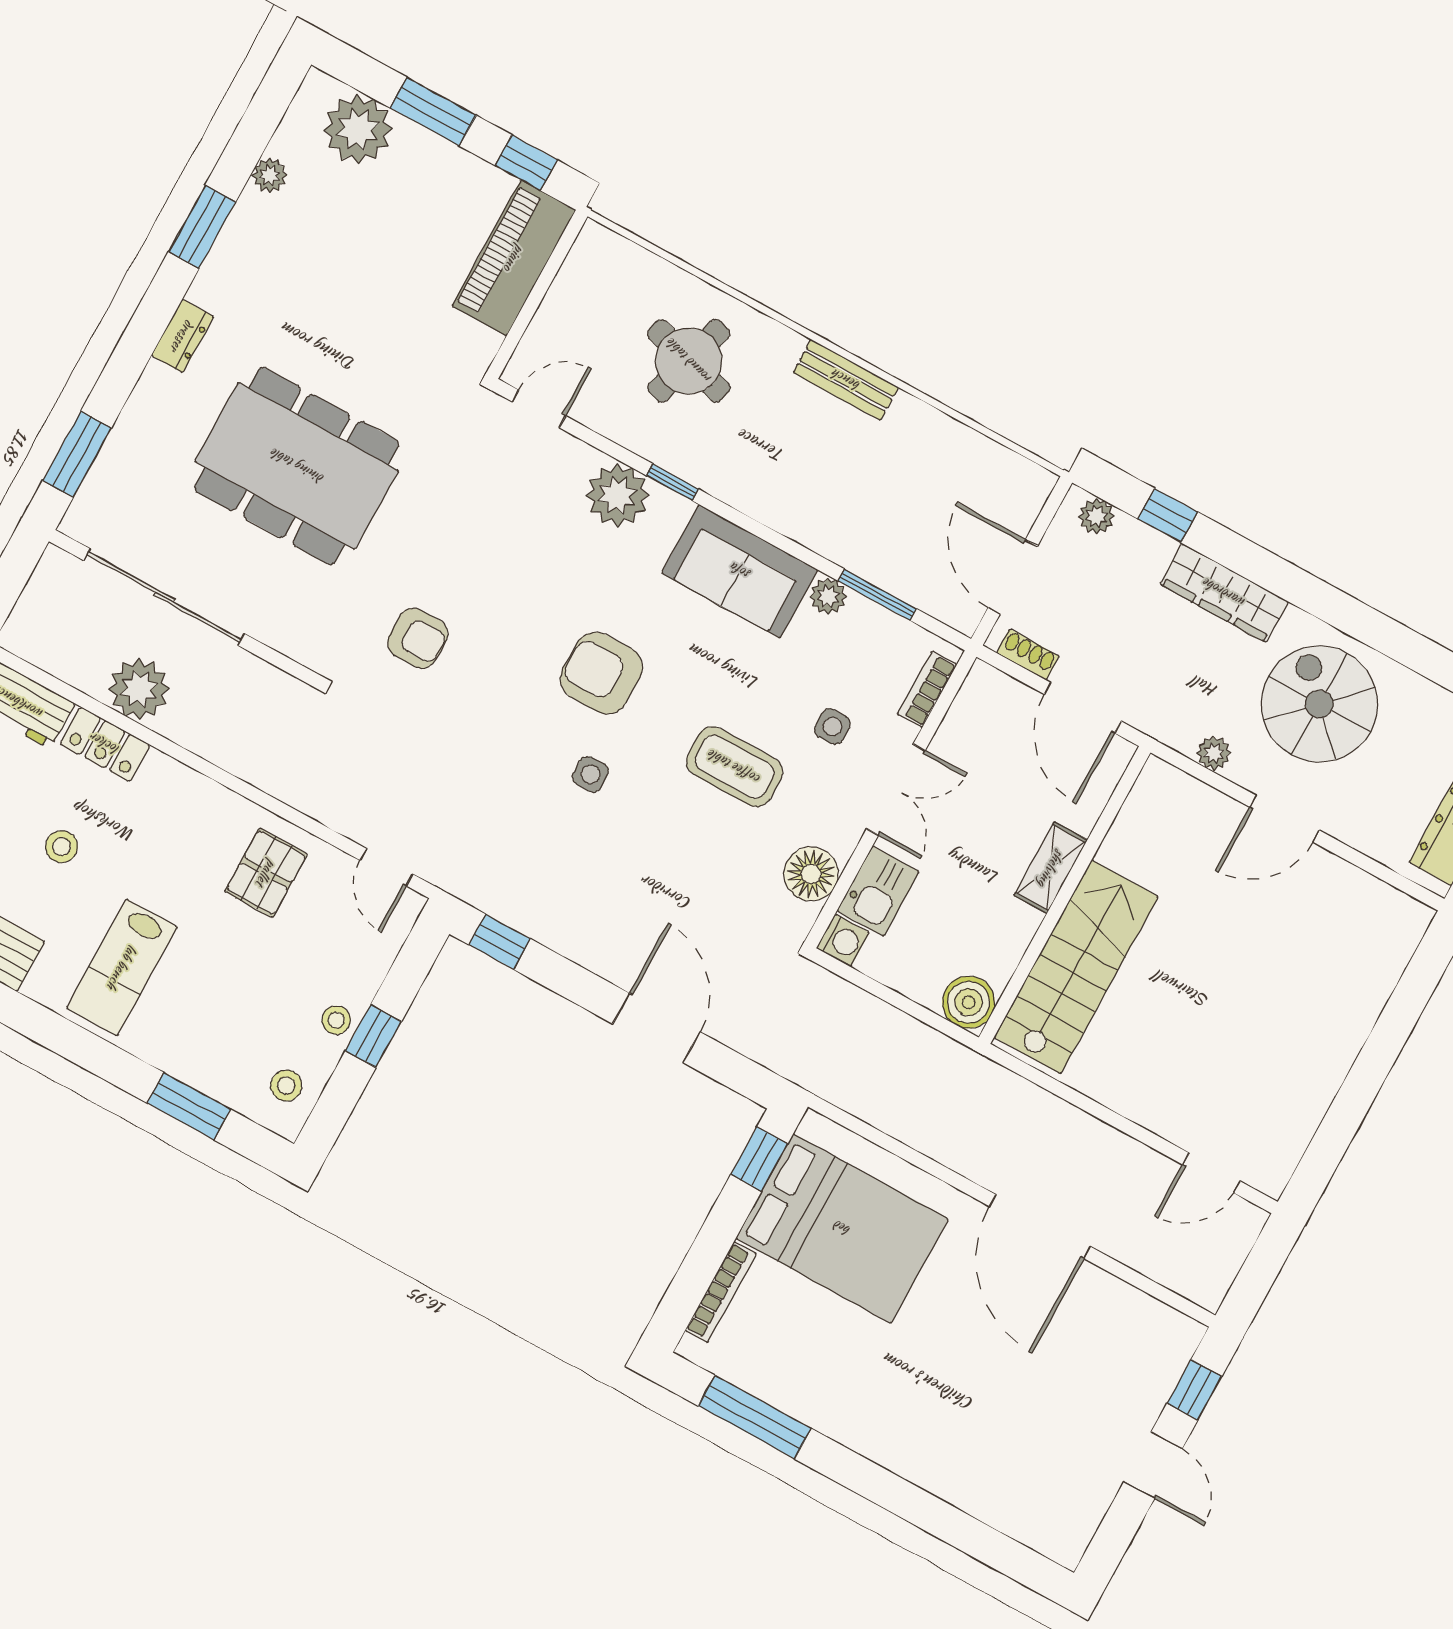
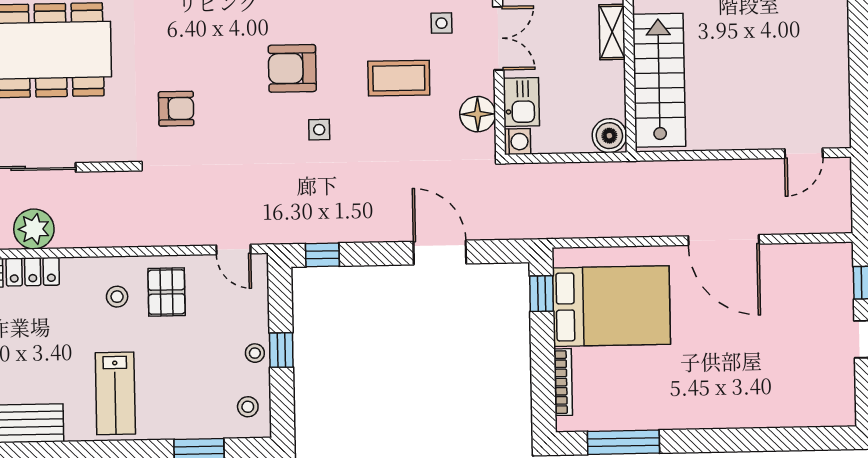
stool: (62, 847) -> (117, 297), moved

